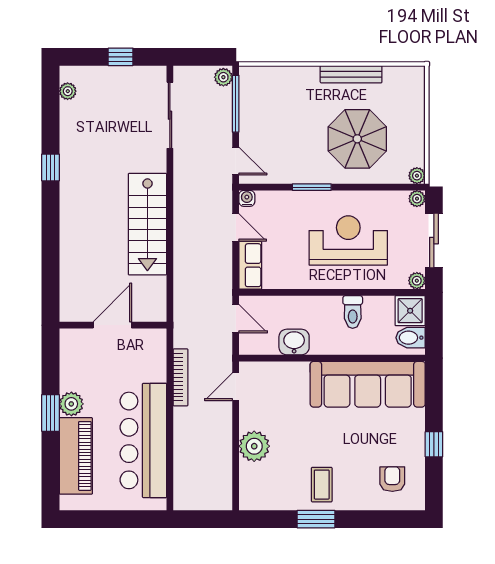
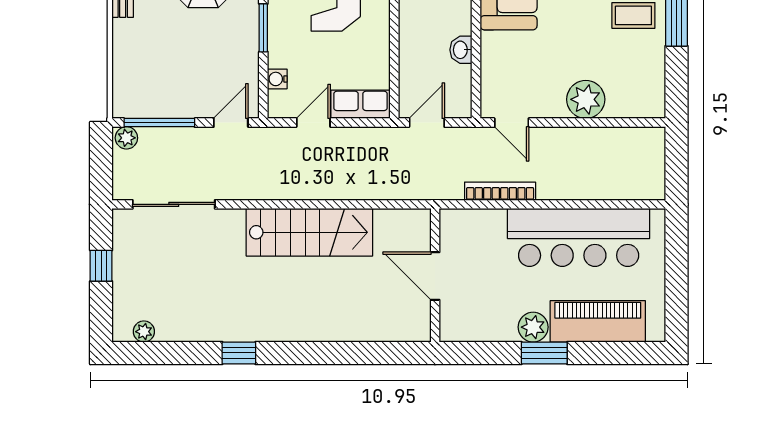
water cooler: (247, 198) -> (277, 79), moved
washbasin: (294, 342) -> (461, 50), width x0.72, depth x0.69

